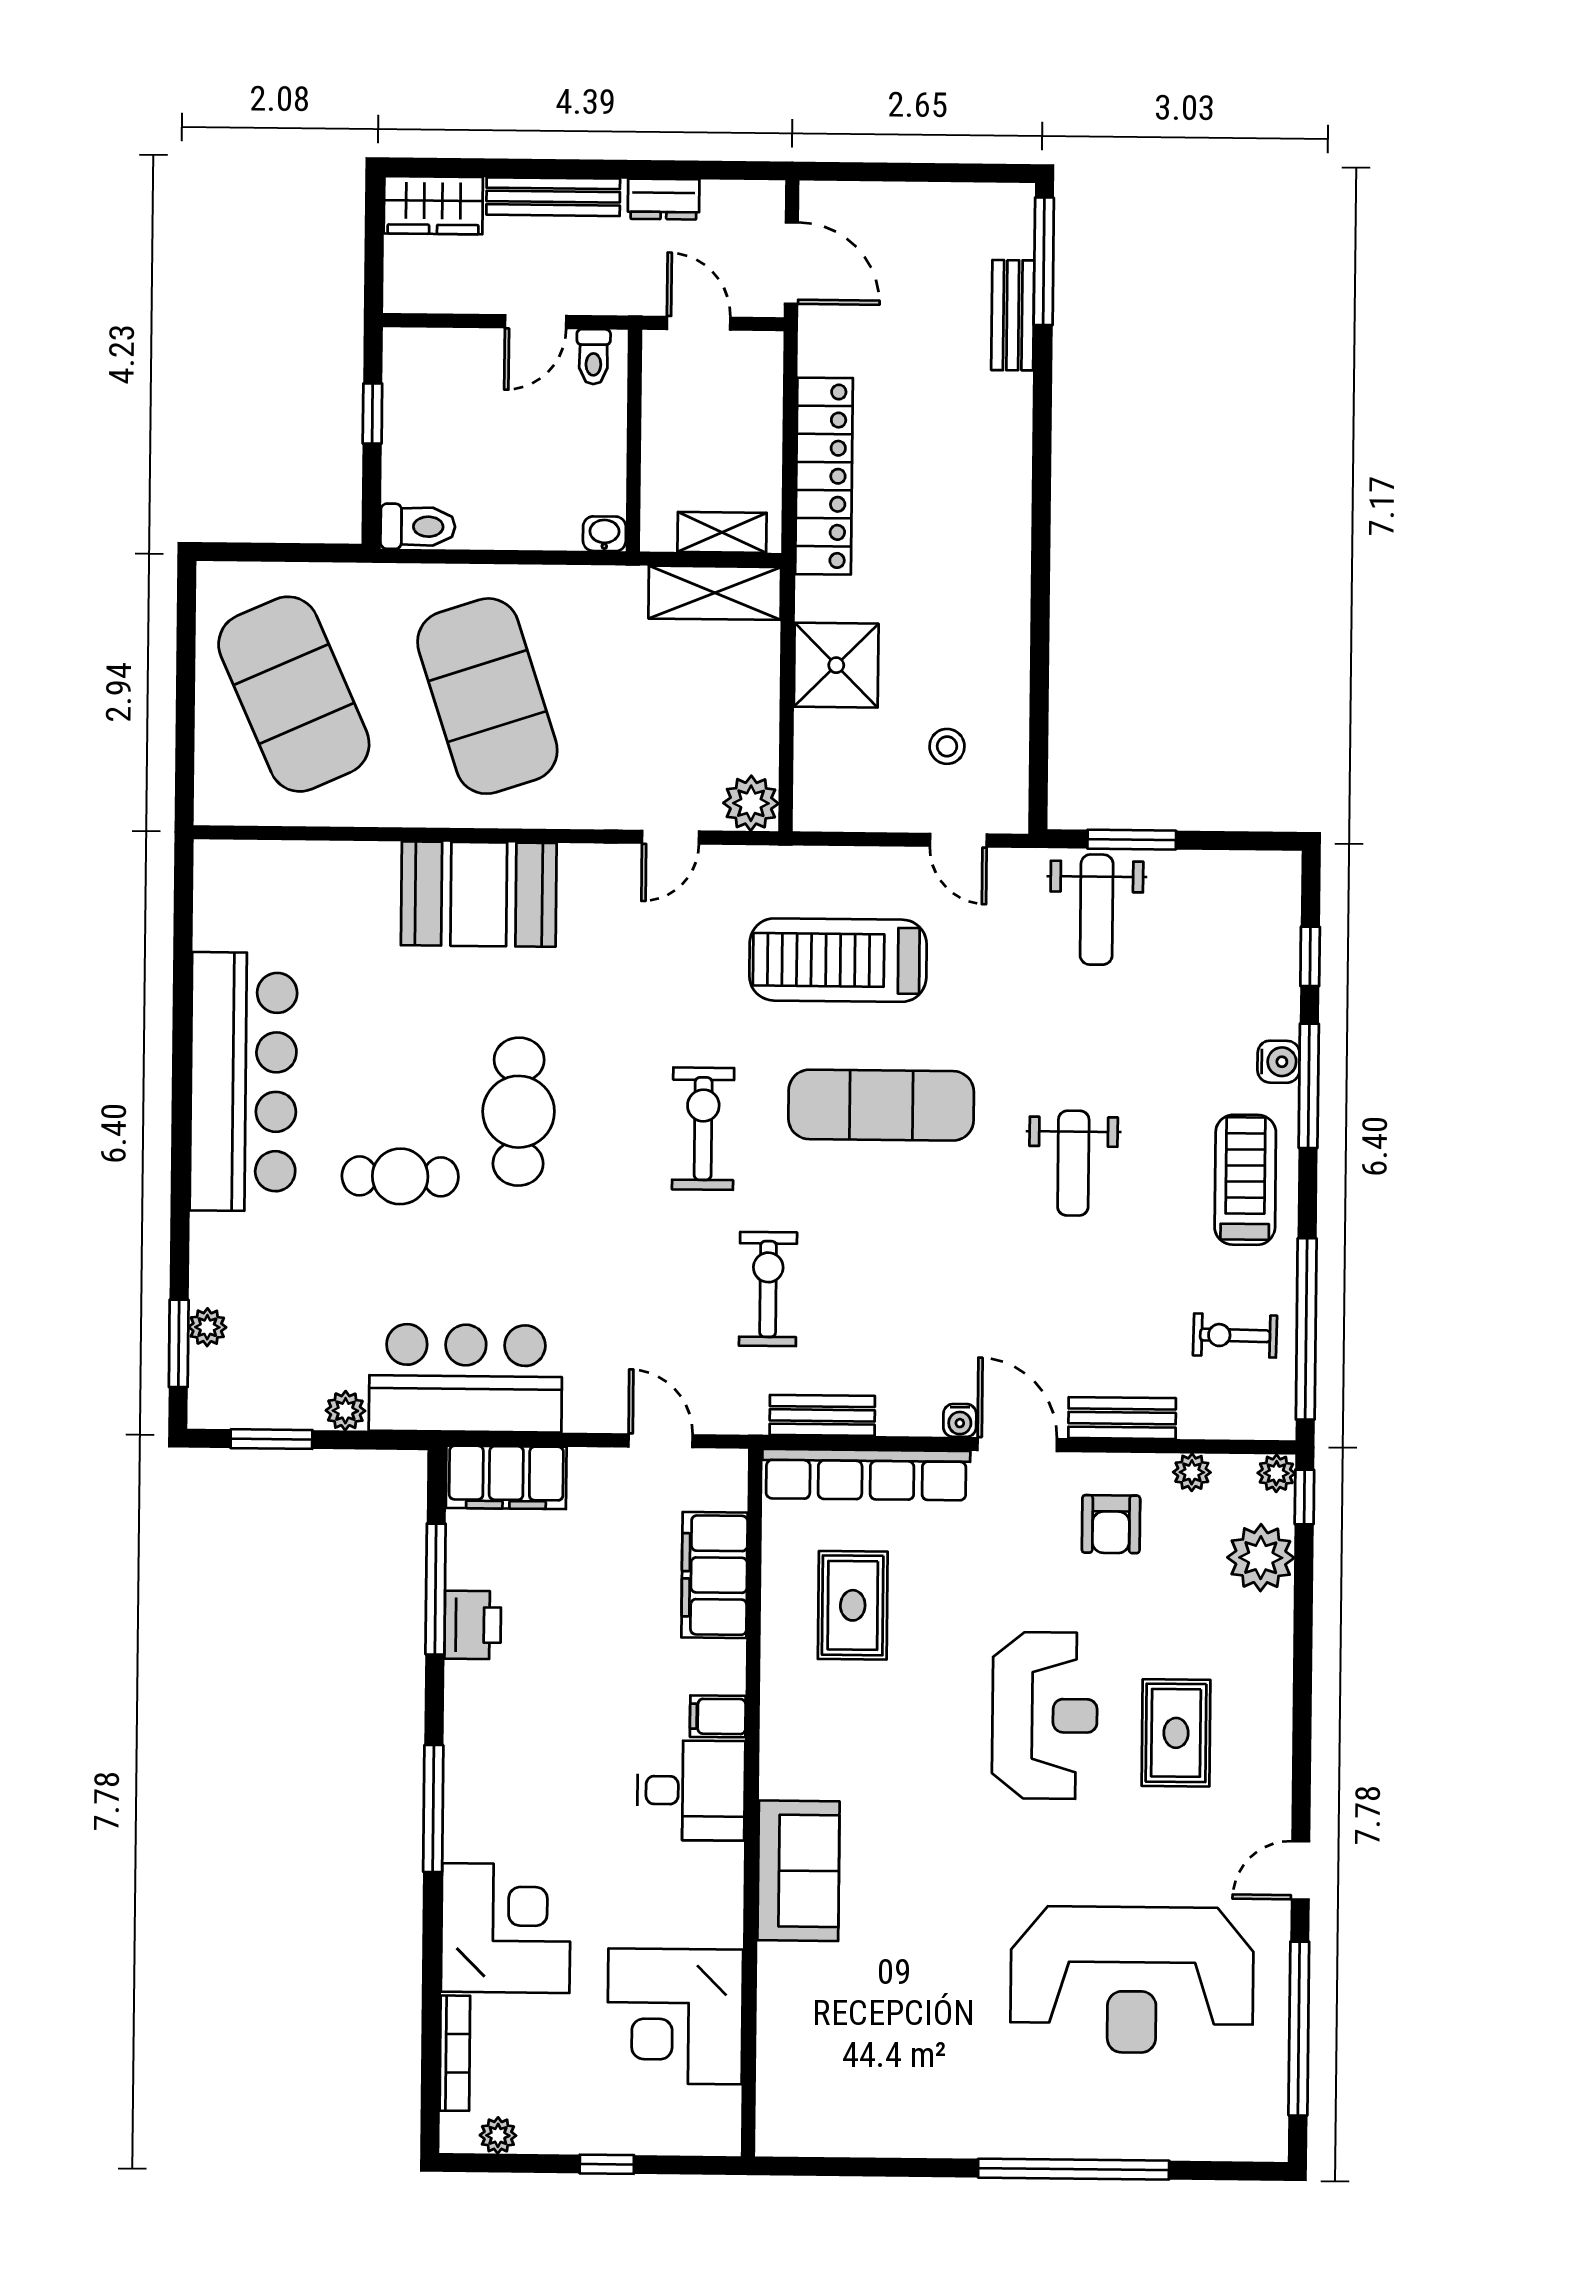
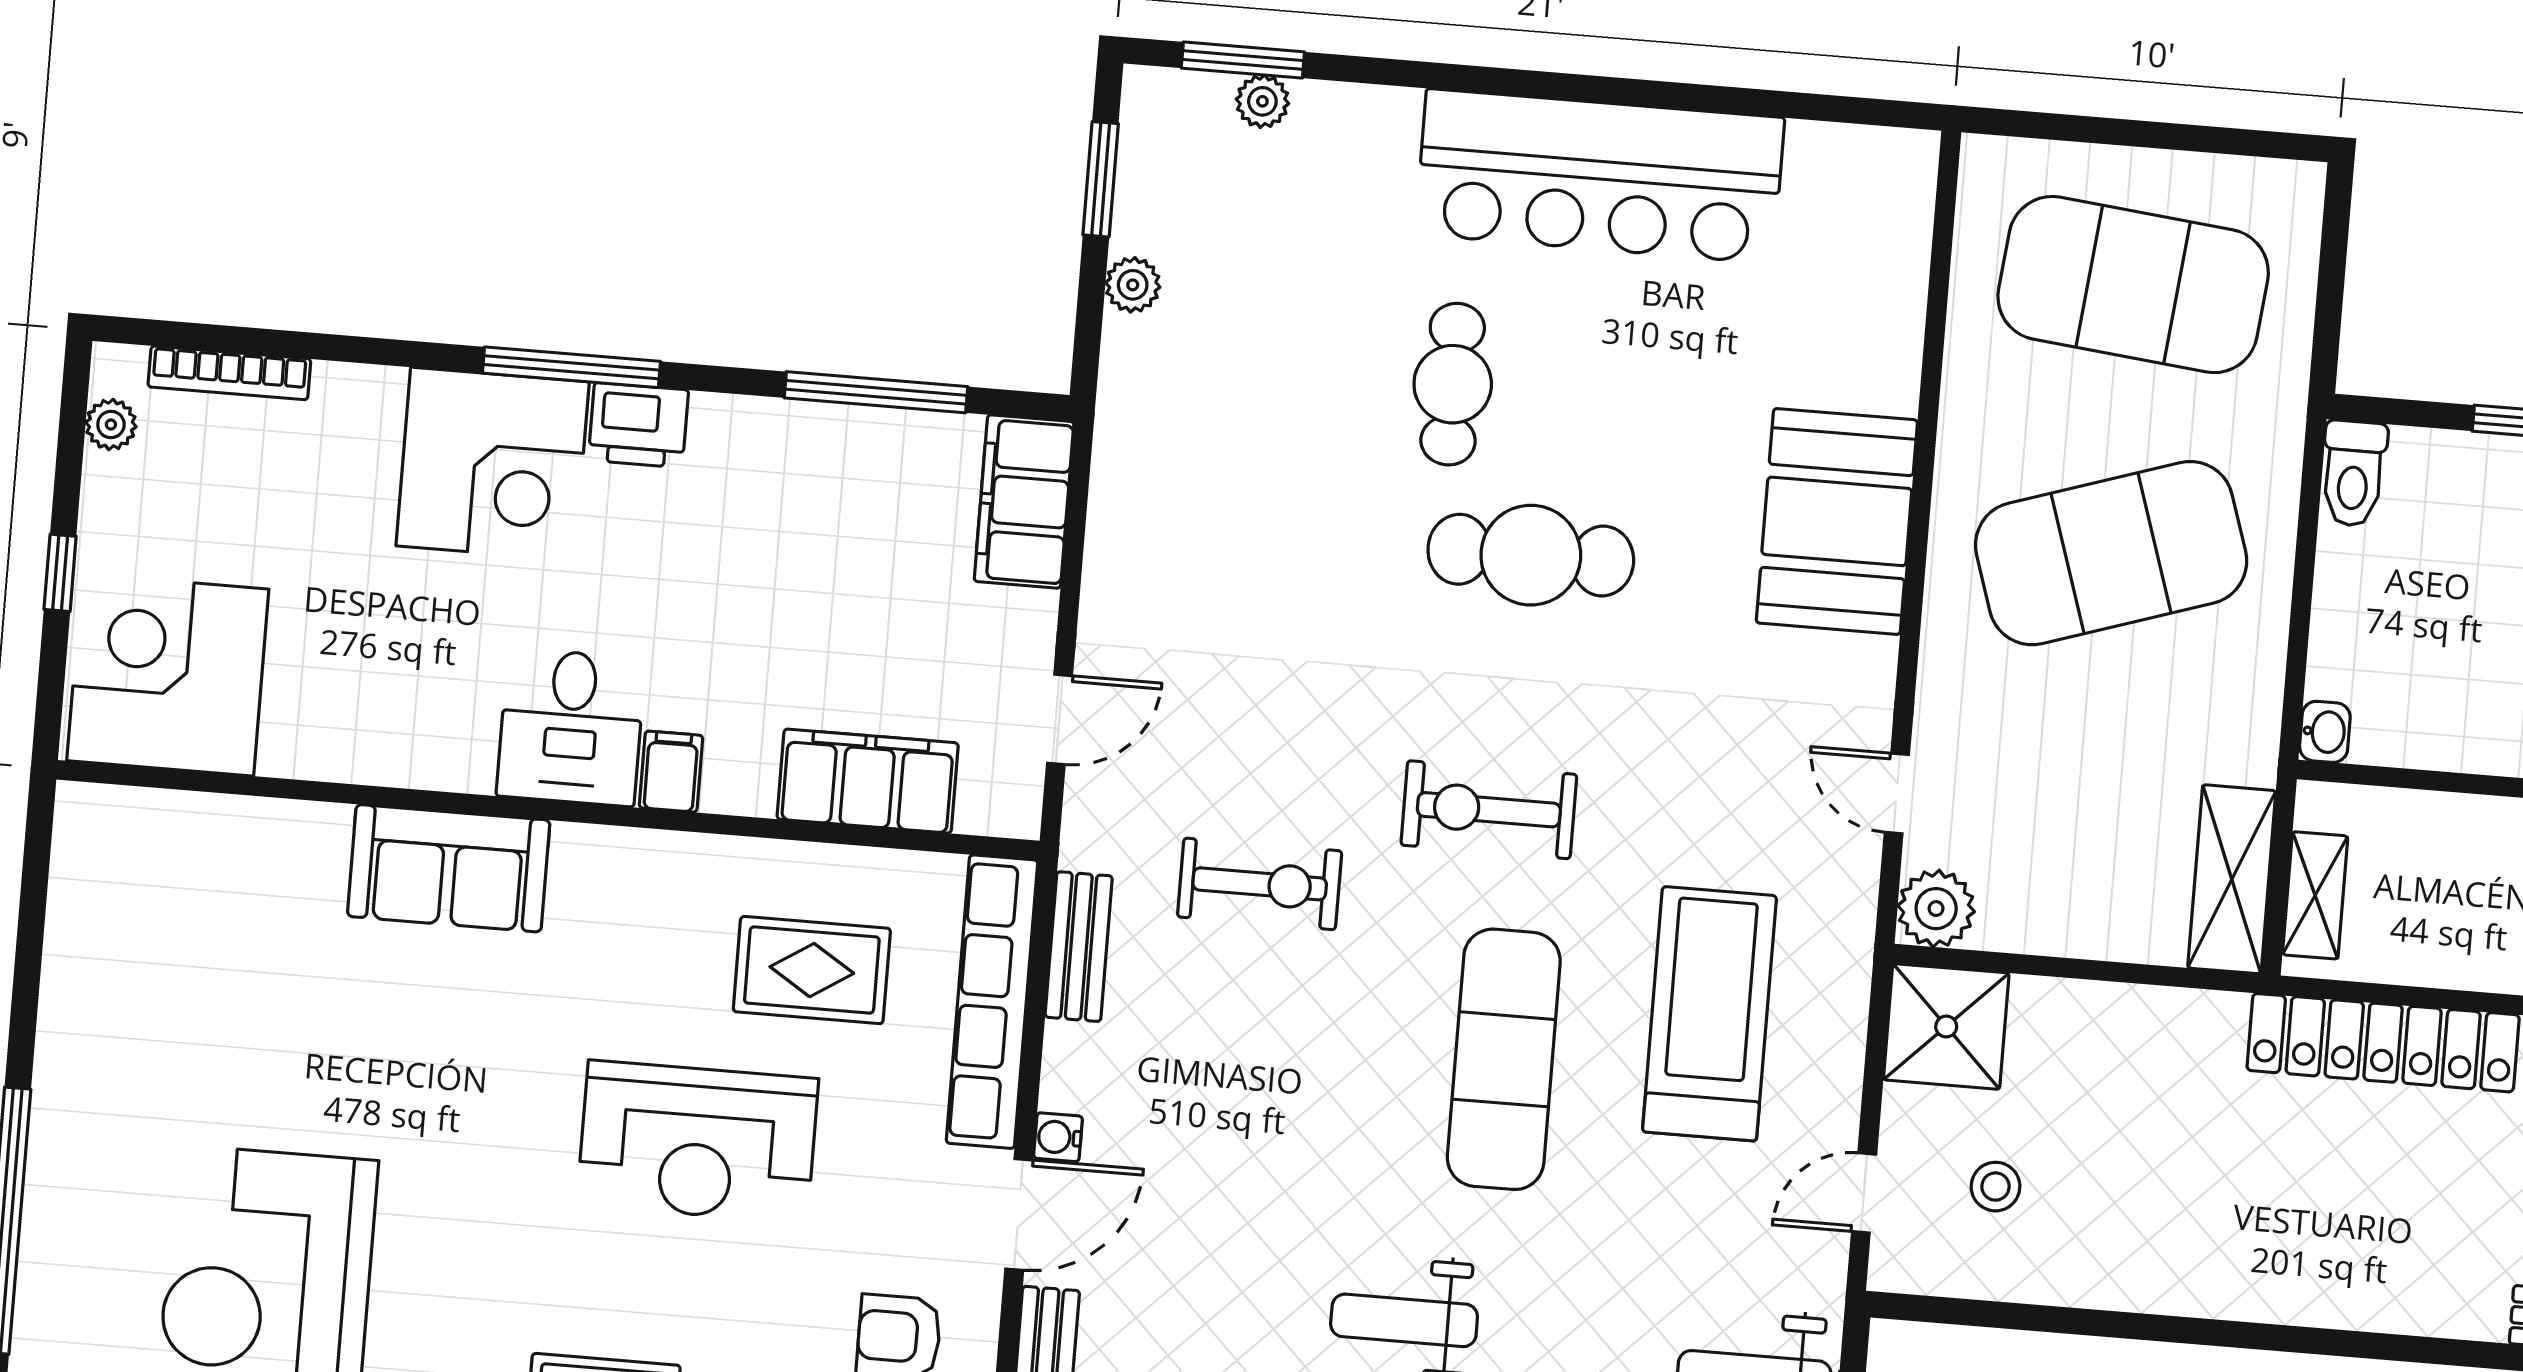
shower: (836, 665) -> (1946, 1026), moved
exercise mat: (294, 694) -> (2133, 285), turned 30
exercise bike: (703, 1129) -> (1489, 810), turned 180
bar counter: (466, 1378) -> (1166, 455), removed
printer: (473, 1625) -> (638, 425), moved
reception desk: (1045, 1715) -> (698, 1142), moved
corner desk: (506, 1928) -> (493, 464), moved
corner desk: (675, 2016) -> (168, 675), moved

